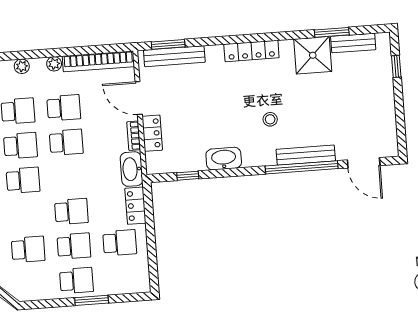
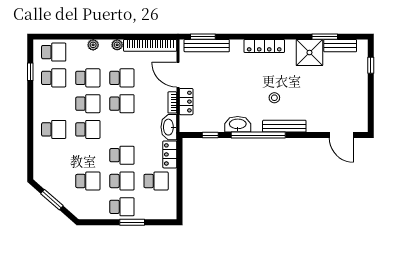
bench: (306, 155) -> (284, 126), moved
window: (302, 167) -> (258, 135), moved

